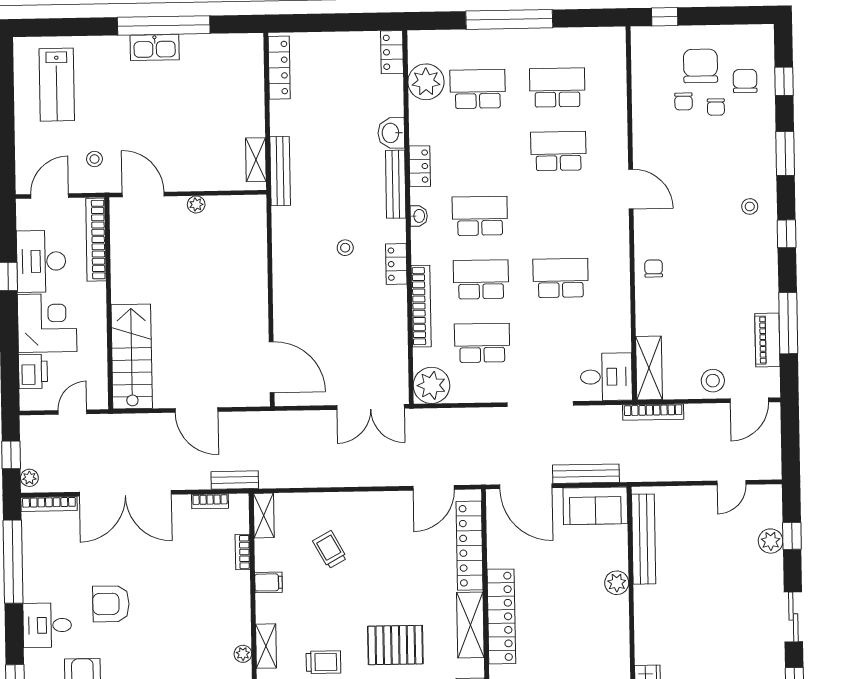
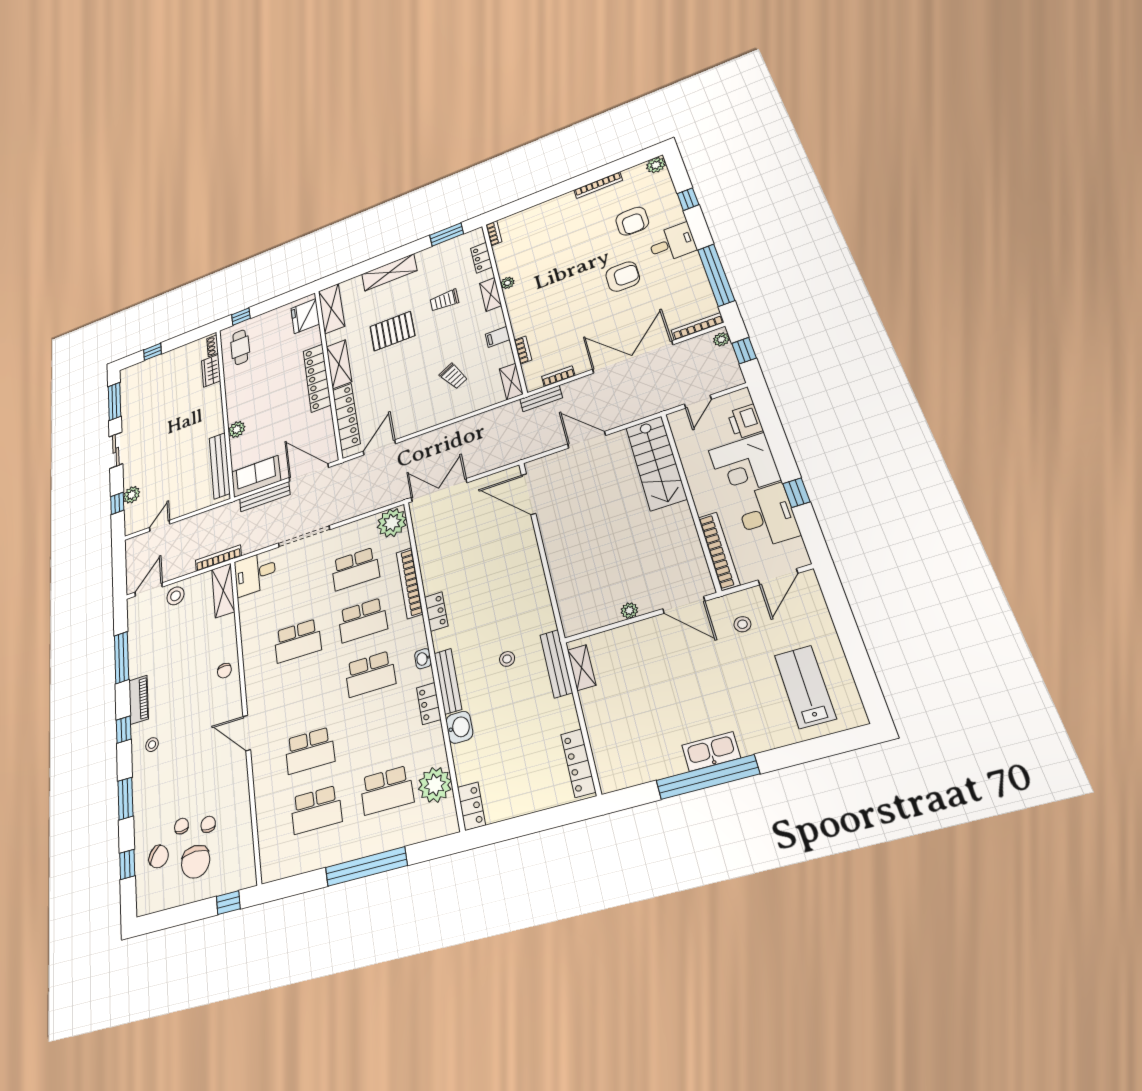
chair: (745, 81) -> (159, 857), turned -54
stool: (345, 248) -> (507, 659), moved
piano: (767, 340) -> (139, 700), moved

